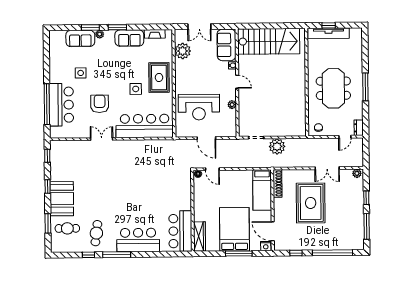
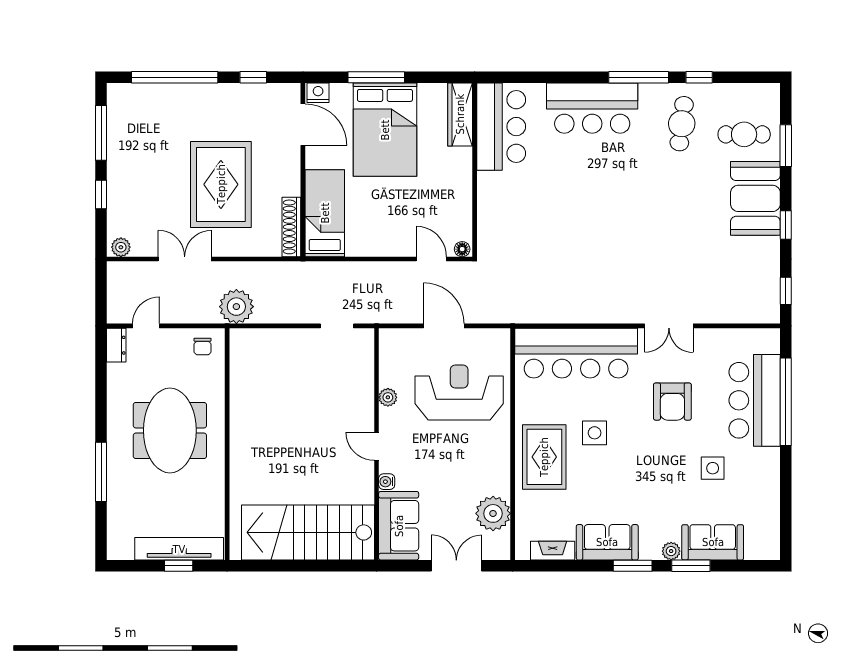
window: (365, 87) -> (101, 472), moved
plant: (277, 146) -> (236, 307), moved

